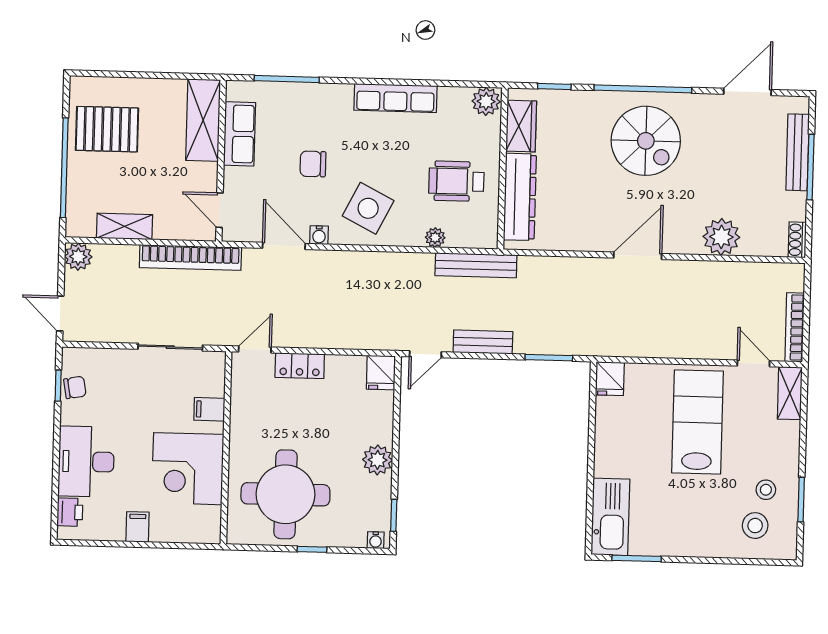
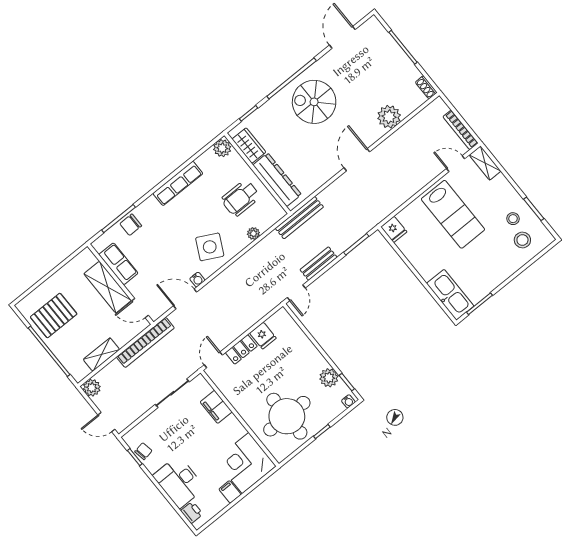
shelving: (203, 120) -> (108, 287), moved
spiral stairs: (646, 141) -> (314, 102), turned 180
bench: (798, 152) -> (391, 46), removed
chair: (313, 164) -> (131, 225), moved
bench: (476, 265) -> (299, 218), moved
fridge: (381, 373) -> (263, 336), moved
filing cabinet: (209, 409) -> (216, 407), width x2.00
lab bench: (697, 422) -> (453, 214), turned 180
plant: (378, 460) -> (329, 378), moved
corner desk: (188, 469) -> (246, 463), moved, turned 90

